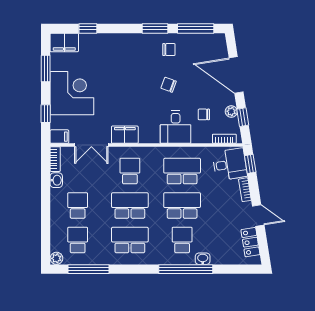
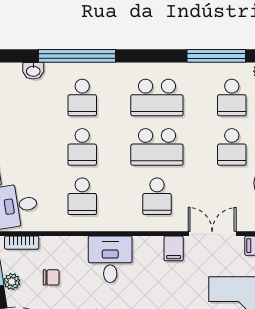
desk: (176, 127) -> (110, 259), moved
filing cabinet: (125, 135) -> (174, 248), width x0.50
school desk: (182, 171) -> (82, 196), width x0.54
school desk: (182, 206) -> (82, 147), width x0.54
washbasin: (203, 259) -> (33, 71), moved

